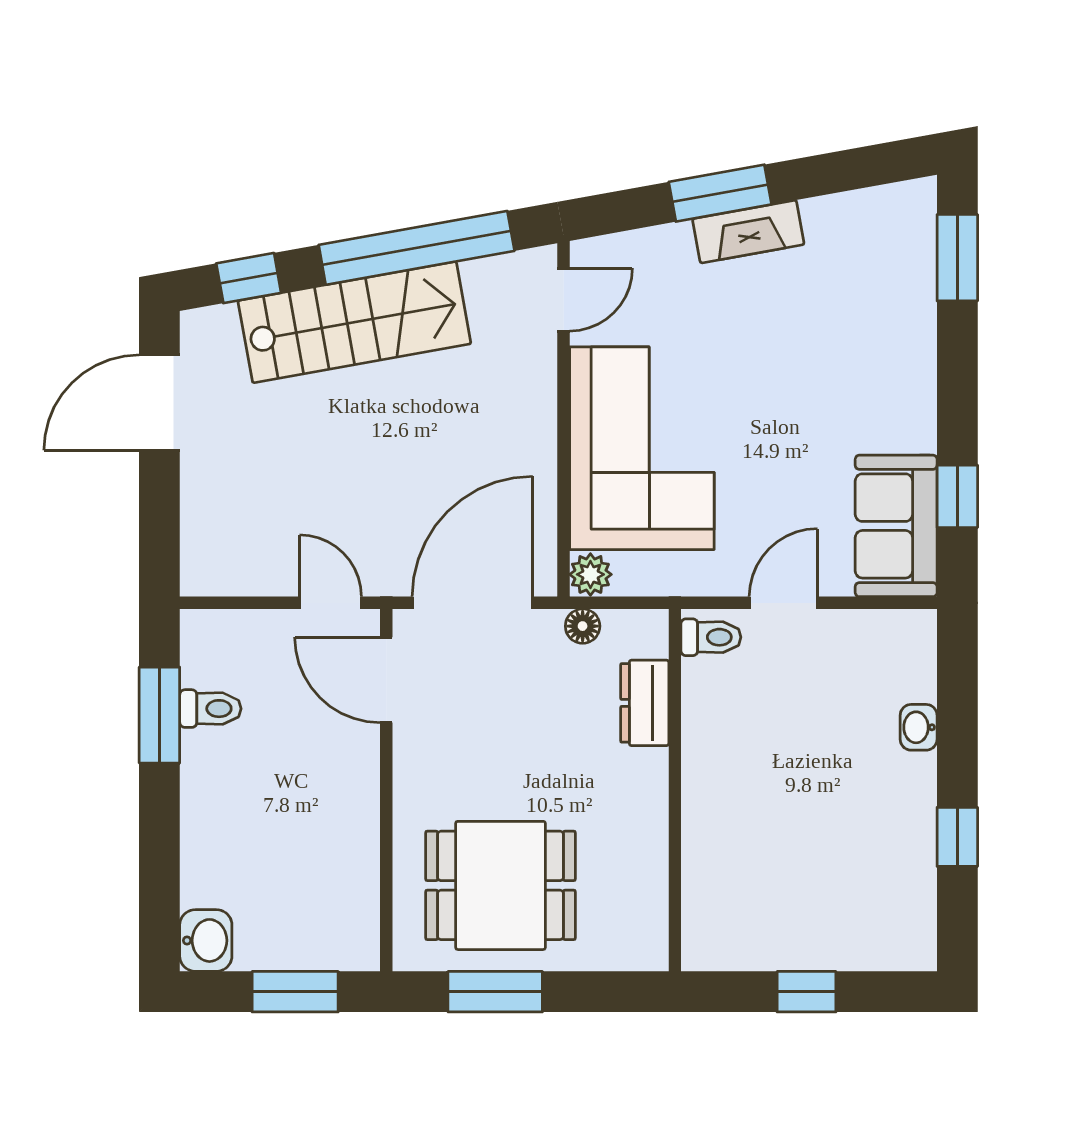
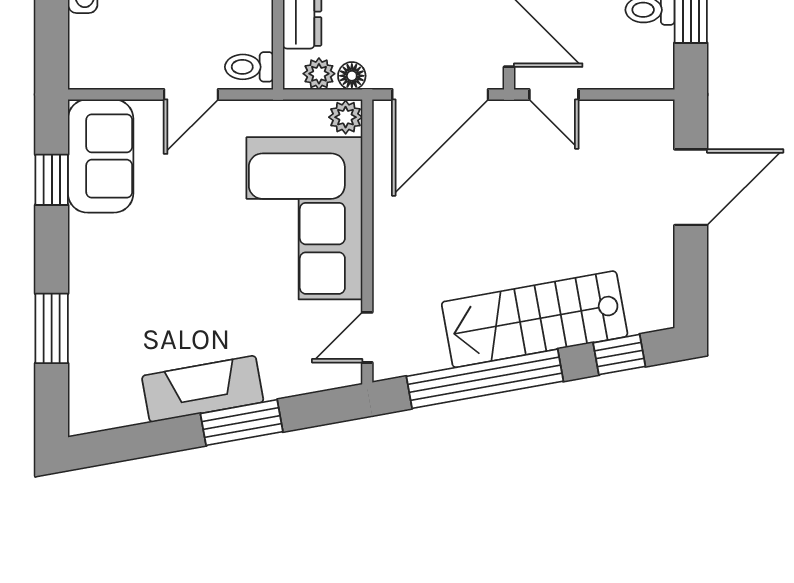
fireplace: (748, 232) -> (203, 389), width x1.37, depth x1.32
window: (957, 258) -> (52, 328), moved
door: (159, 403) -> (691, 187), moved
plant: (624, 629) -> (319, 74), added

